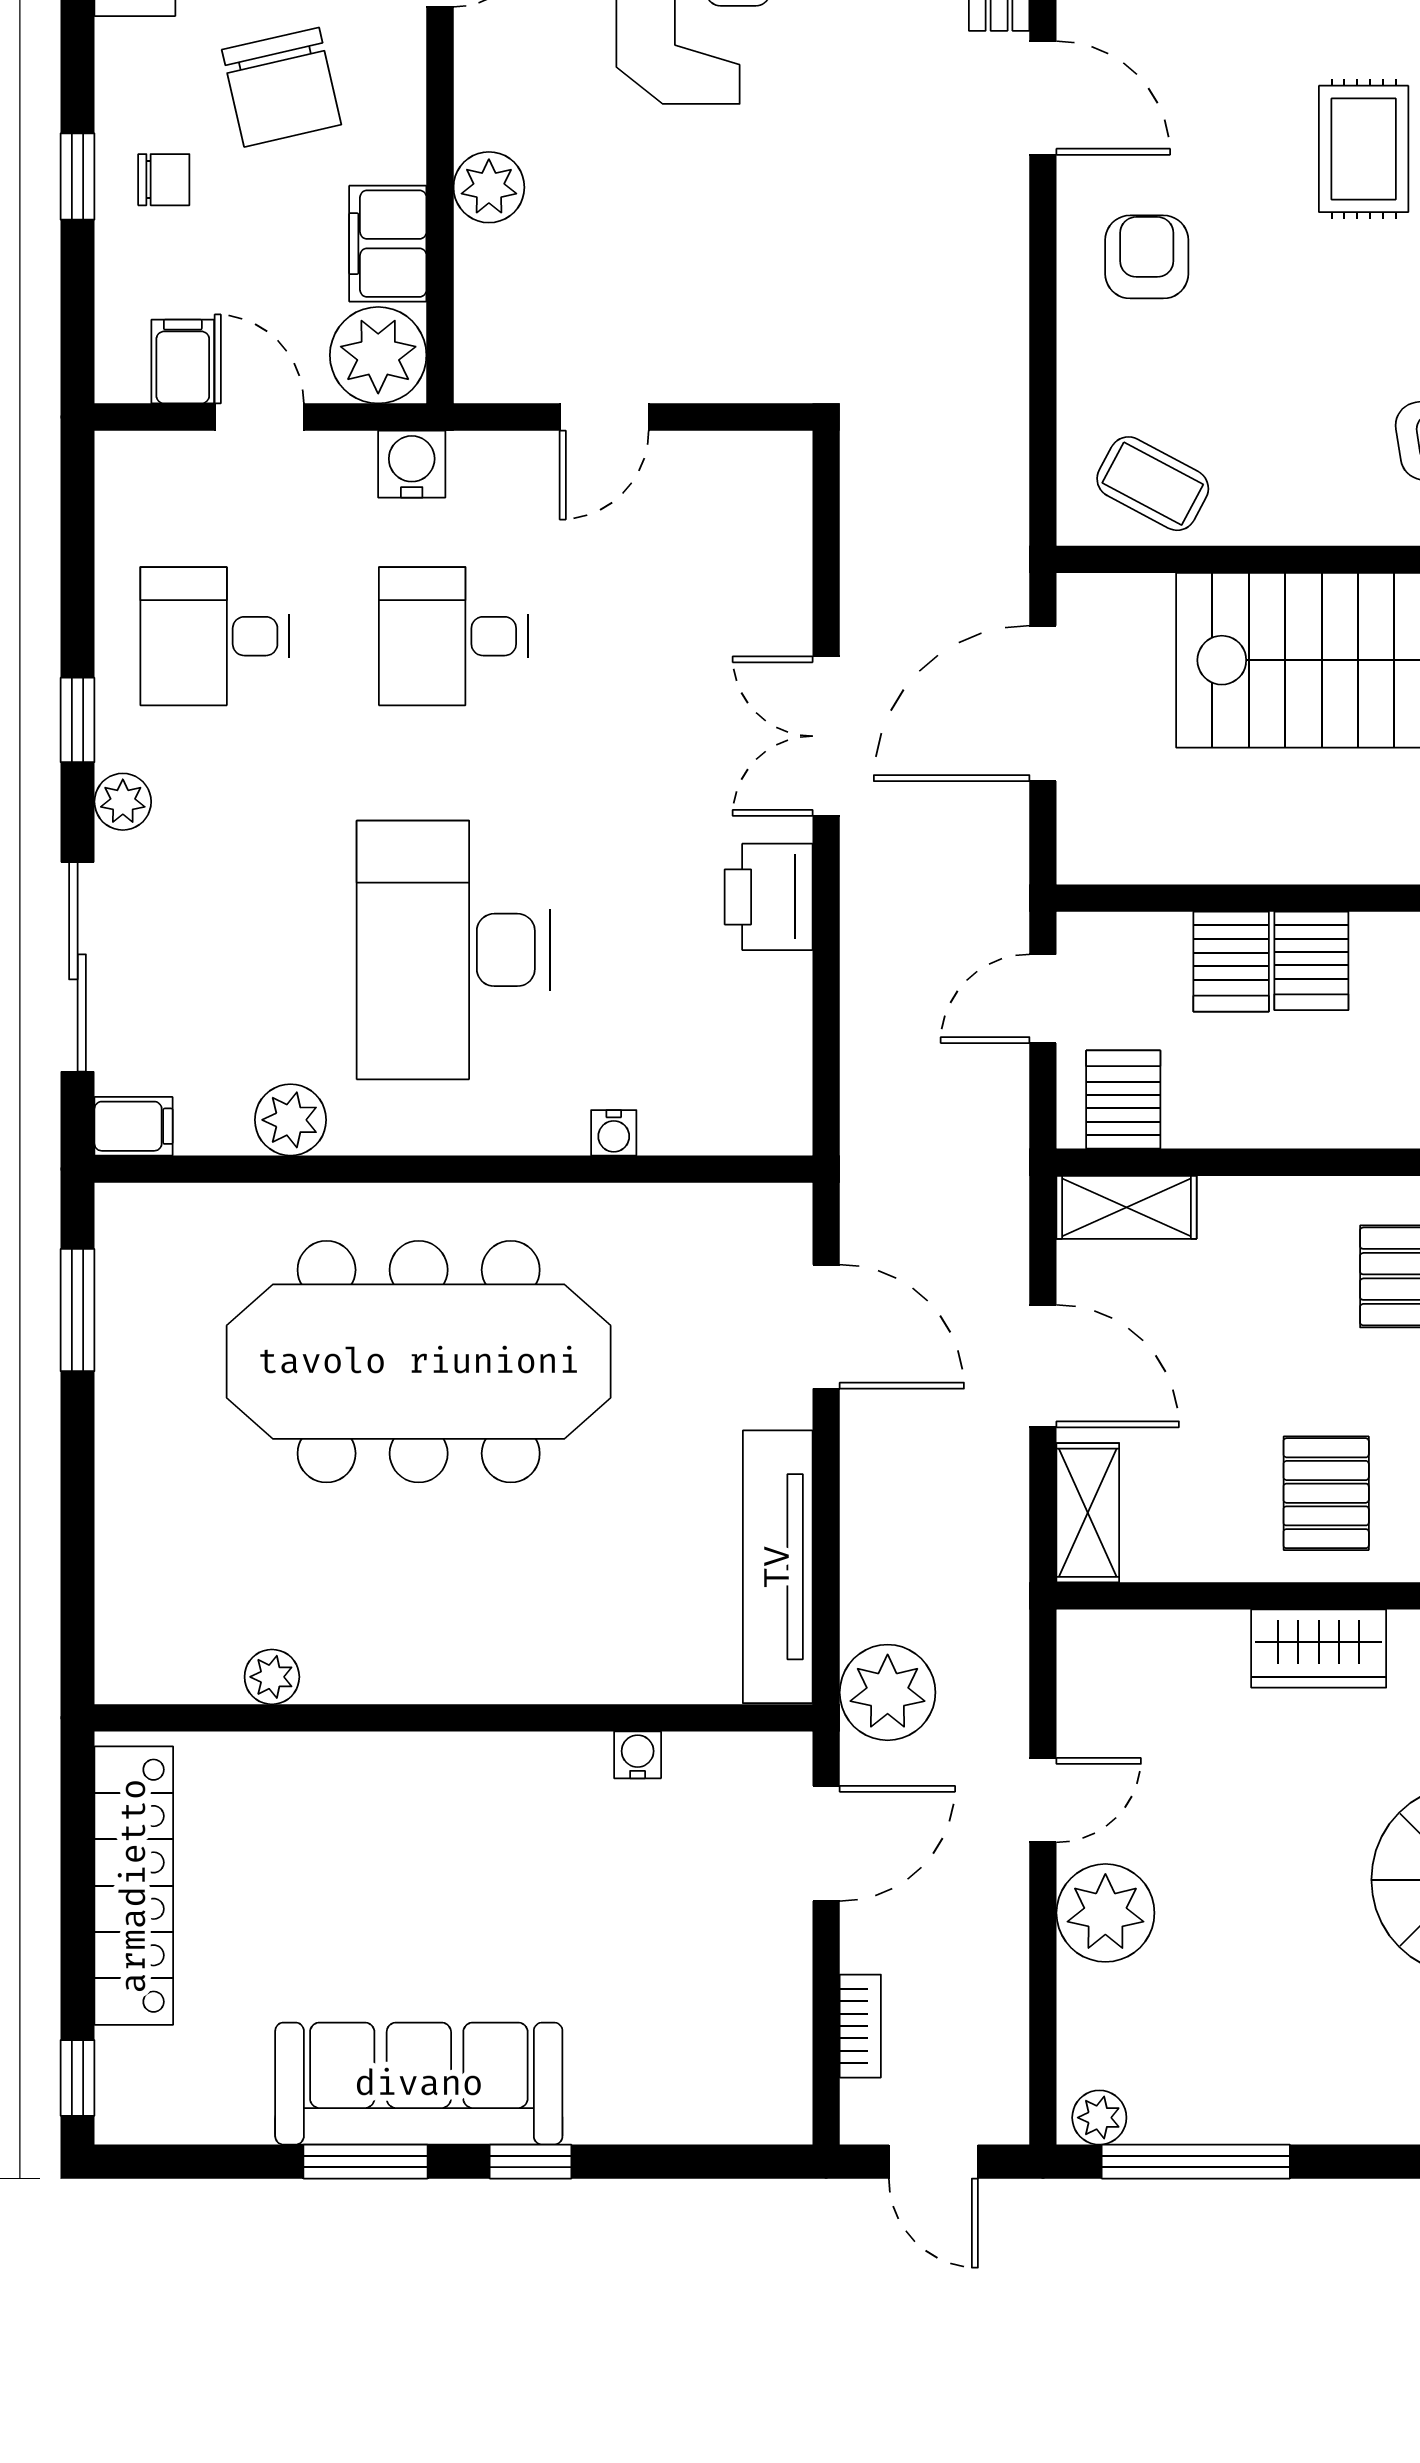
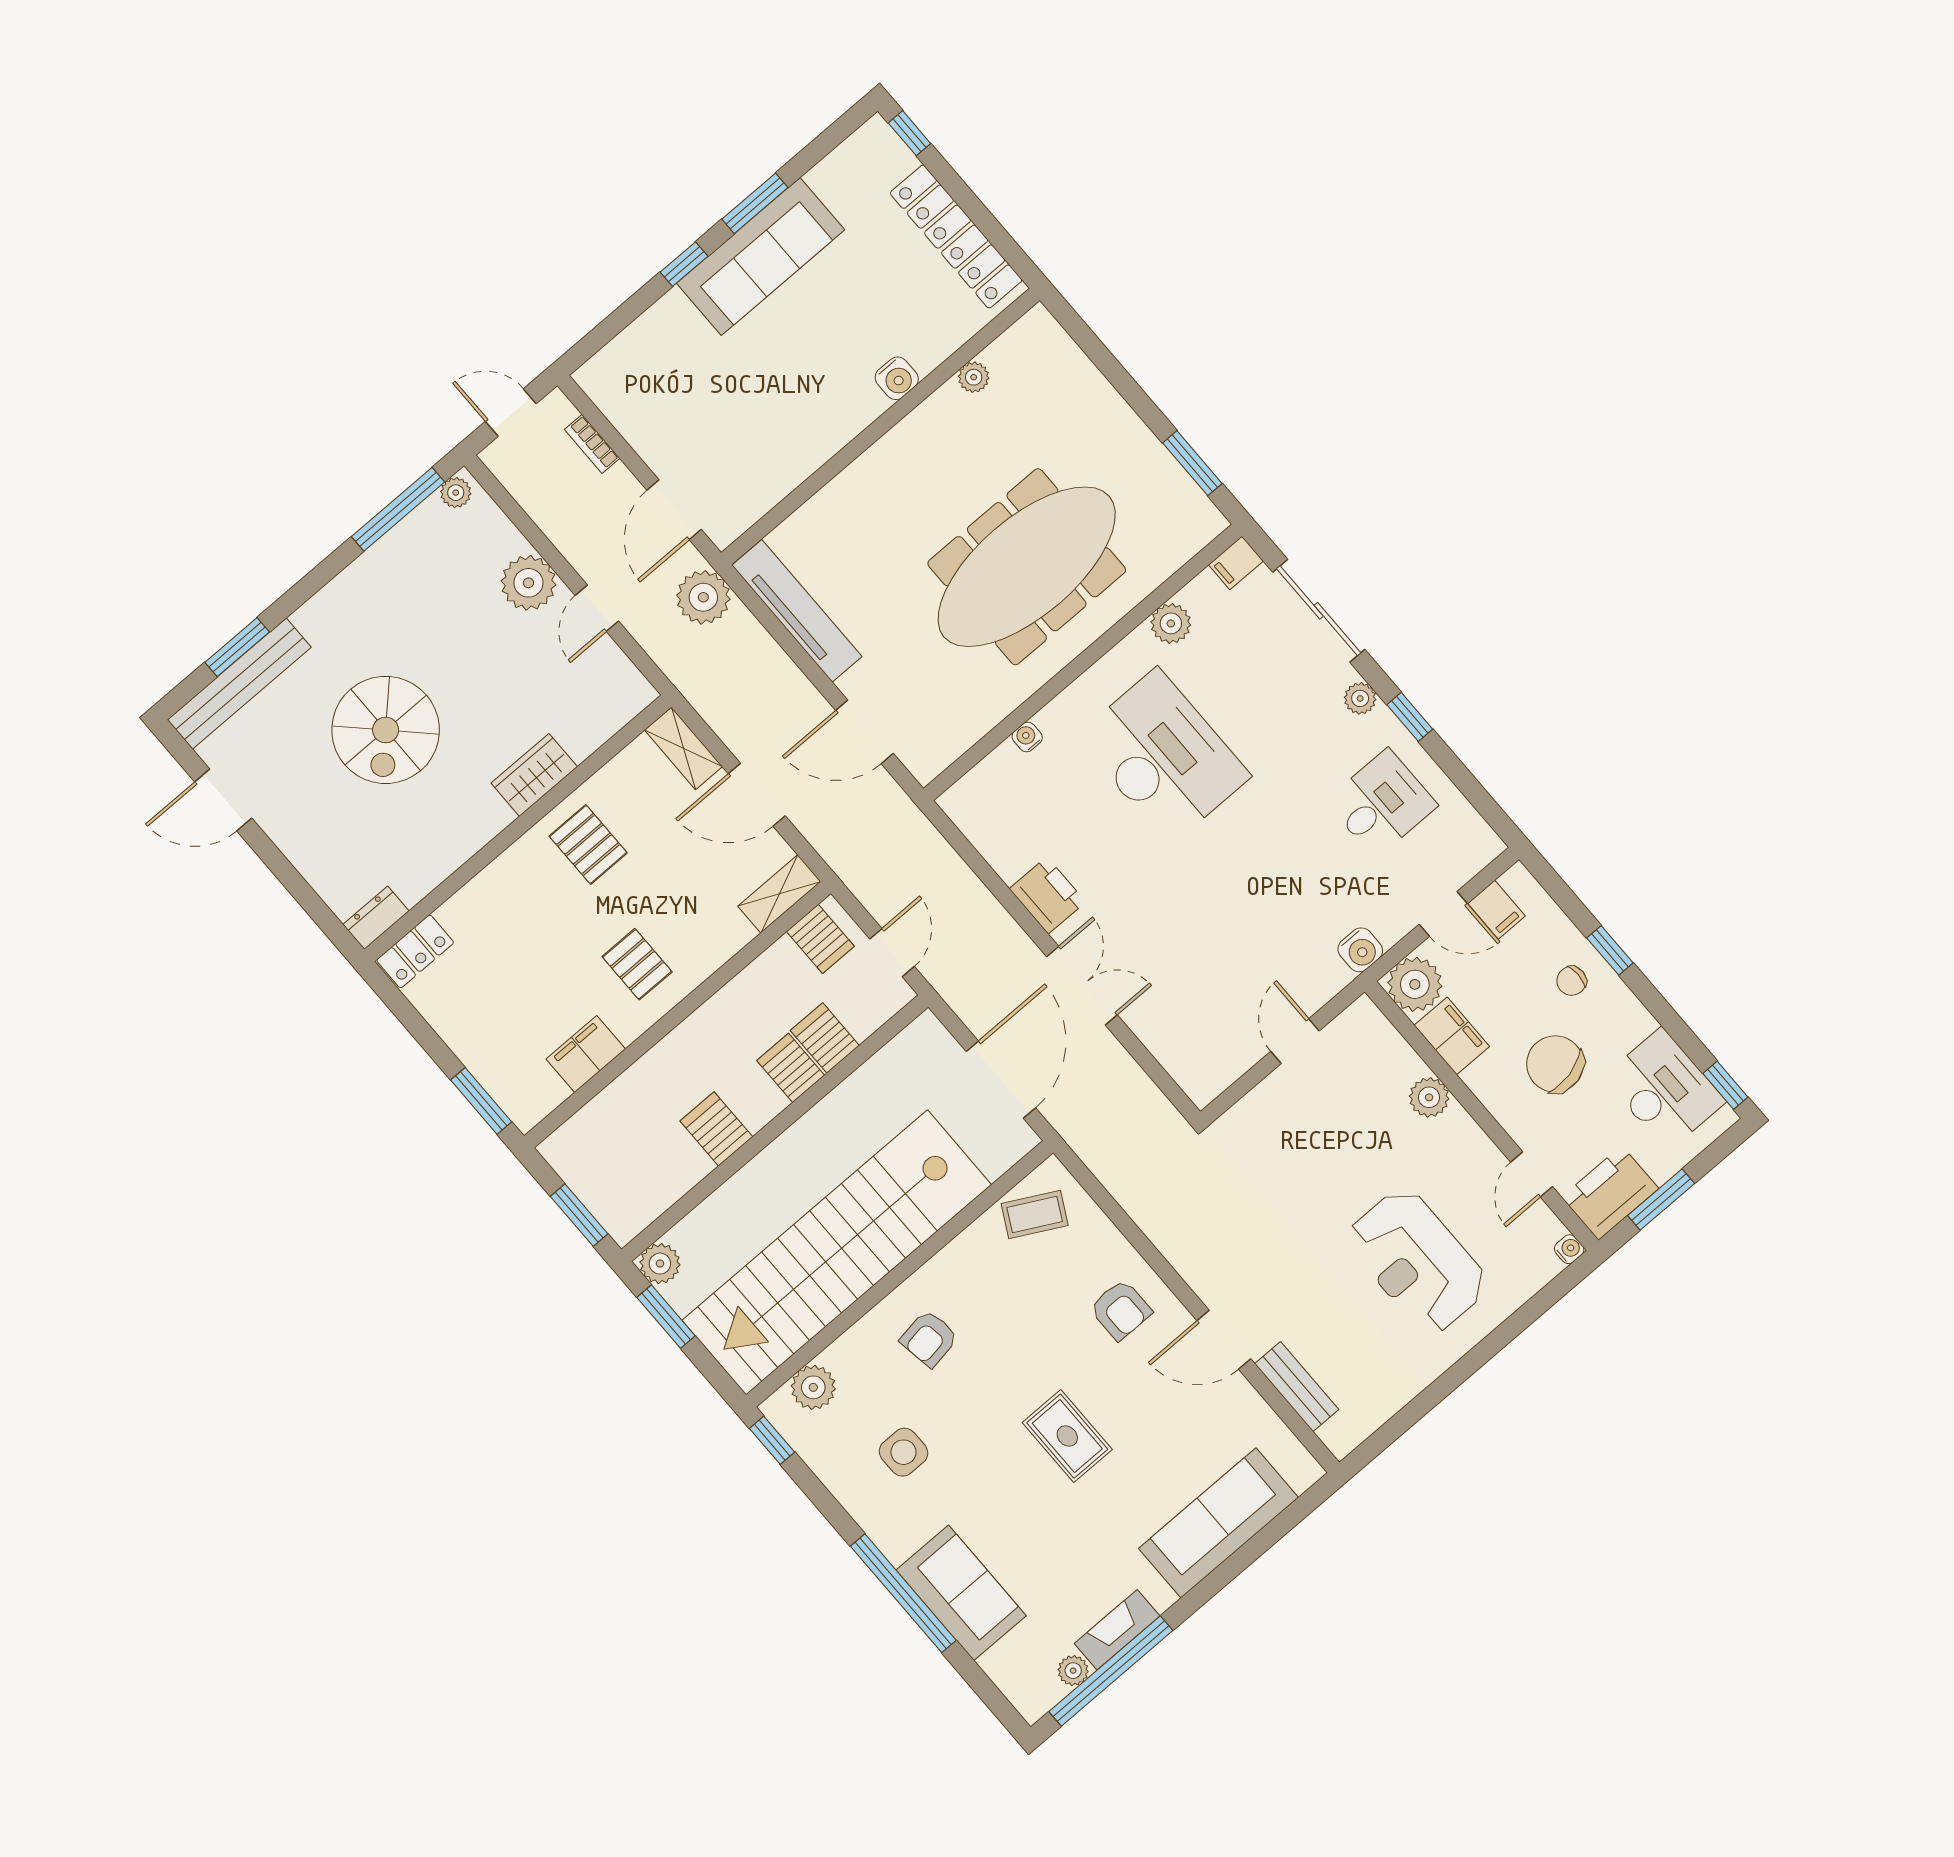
desk: (454, 636) -> (1279, 891), removed
water cooler: (638, 1755) -> (897, 378), moved, width x1.38, depth x1.38

